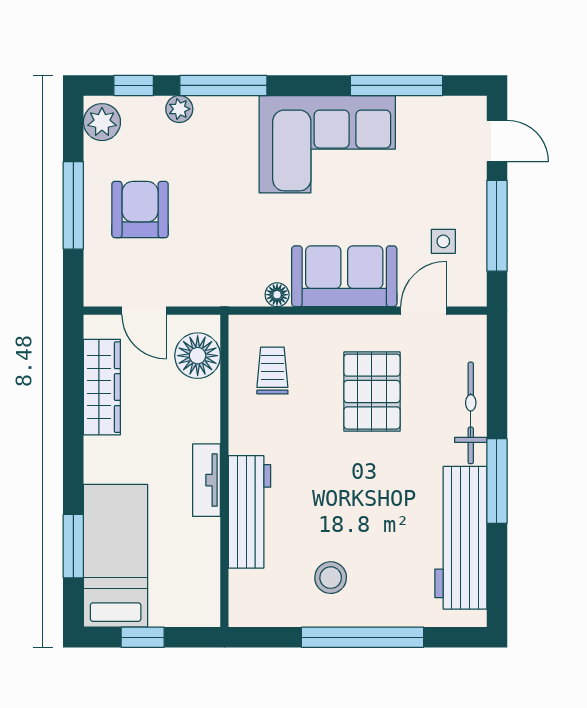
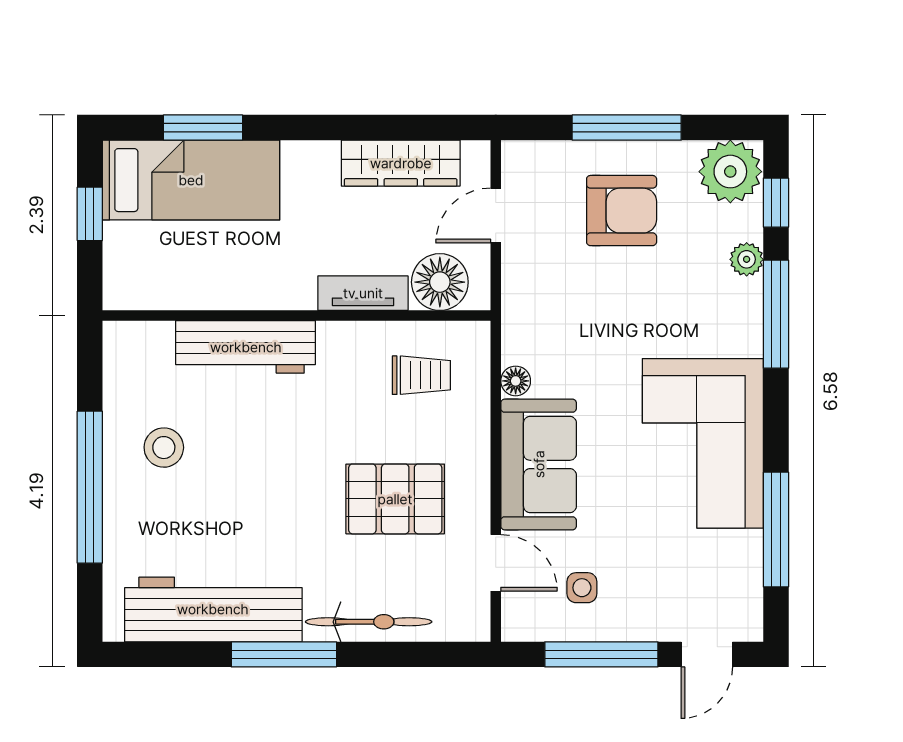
plant: (102, 122) -> (730, 172), width x1.36, depth x1.36
tv unit: (207, 480) -> (363, 293), moved

